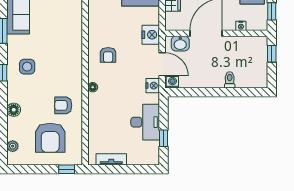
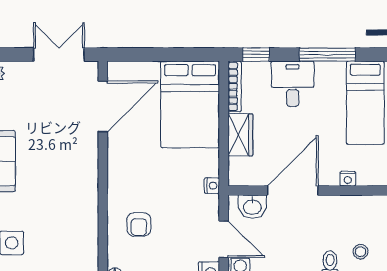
nightstand: (151, 35) -> (212, 186), width x0.53, depth x0.56
stool: (249, 72) -> (361, 252), added

